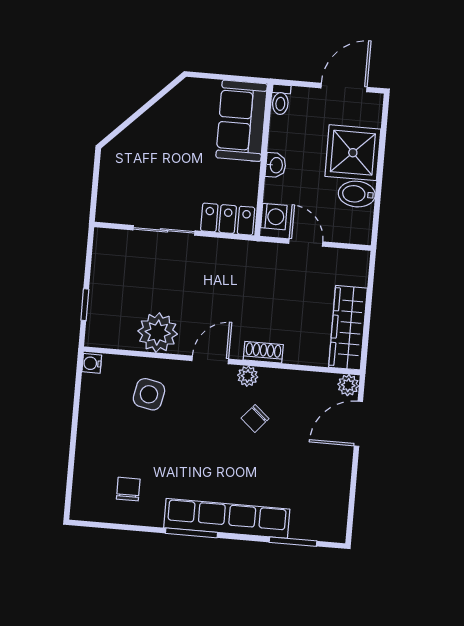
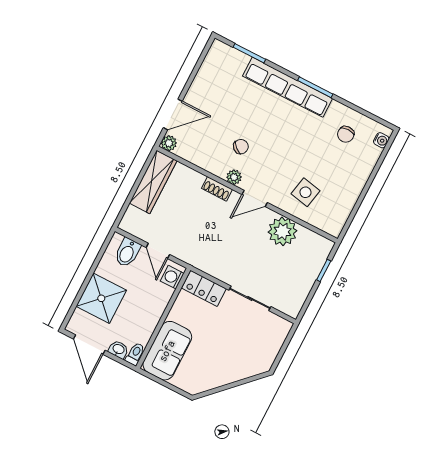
door: (344, 88) -> (89, 345), hinge flipped
washbasin: (276, 165) -> (118, 349), moved, turned 90
bidet: (357, 194) -> (127, 253), moved, turned 90
water cooler: (92, 363) -> (381, 140), moved

